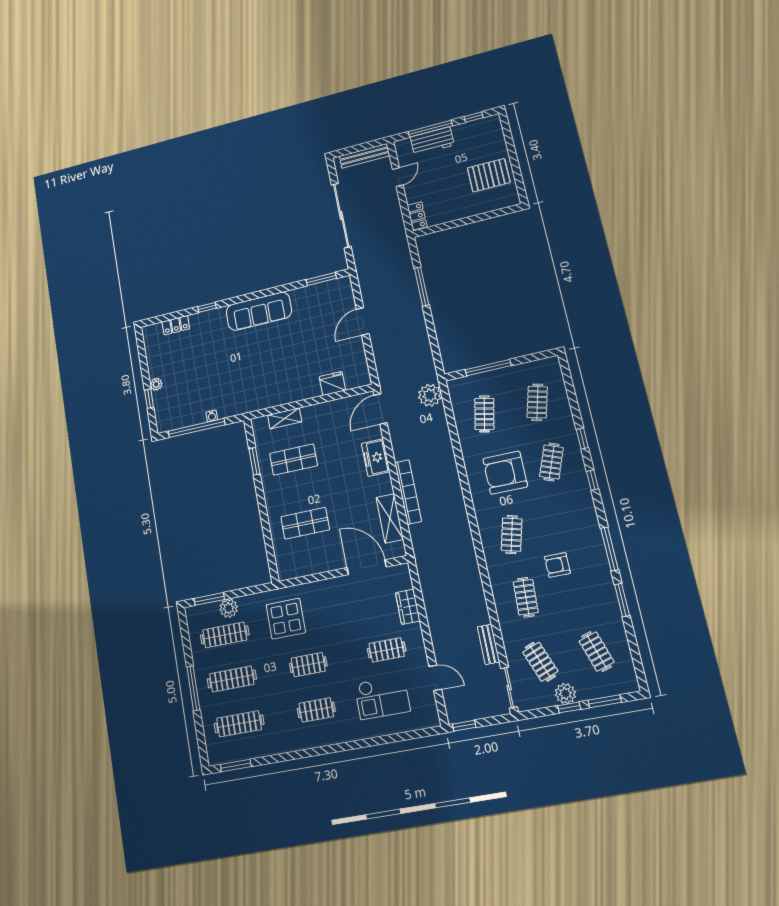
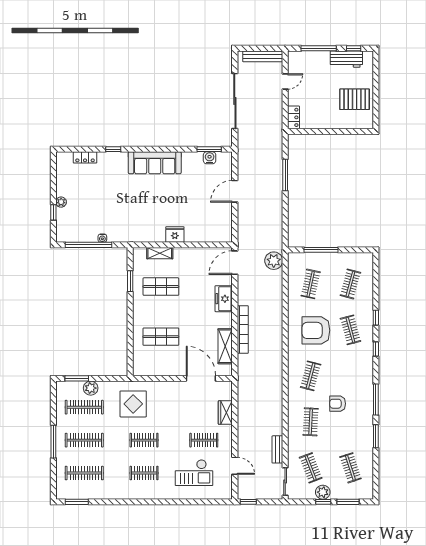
workbench: (432, 141) -> (346, 59), moved
water cooler: (324, 289) -> (210, 158), added
fridge: (332, 383) -> (175, 234), moved
clothes rail: (551, 462) -> (350, 330), turned -36

